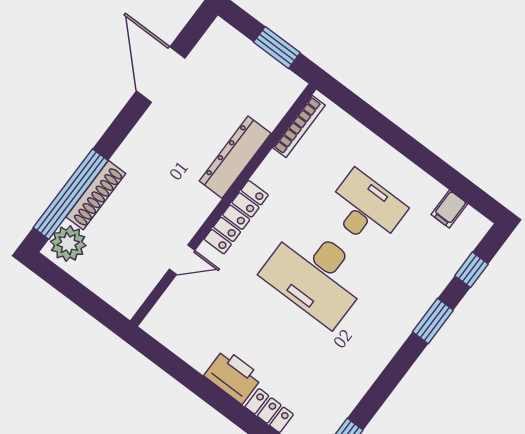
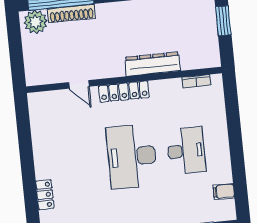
window: (277, 47) -> (223, 21), moved
bookcase: (299, 127) -> (196, 81), width x0.64
printer: (233, 376) -> (45, 162), removed

